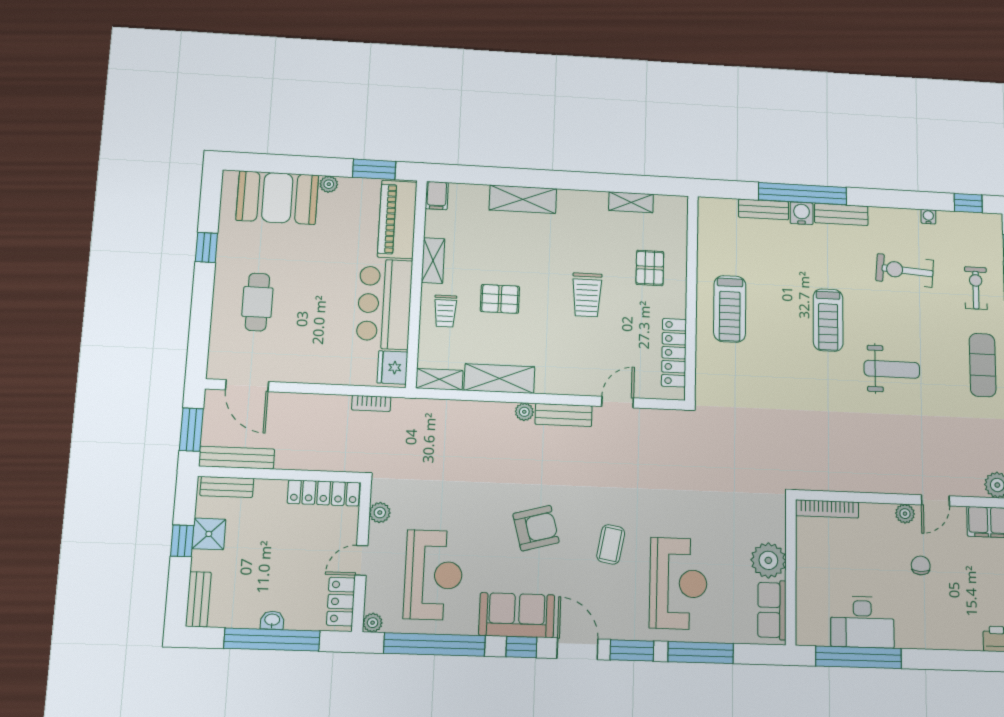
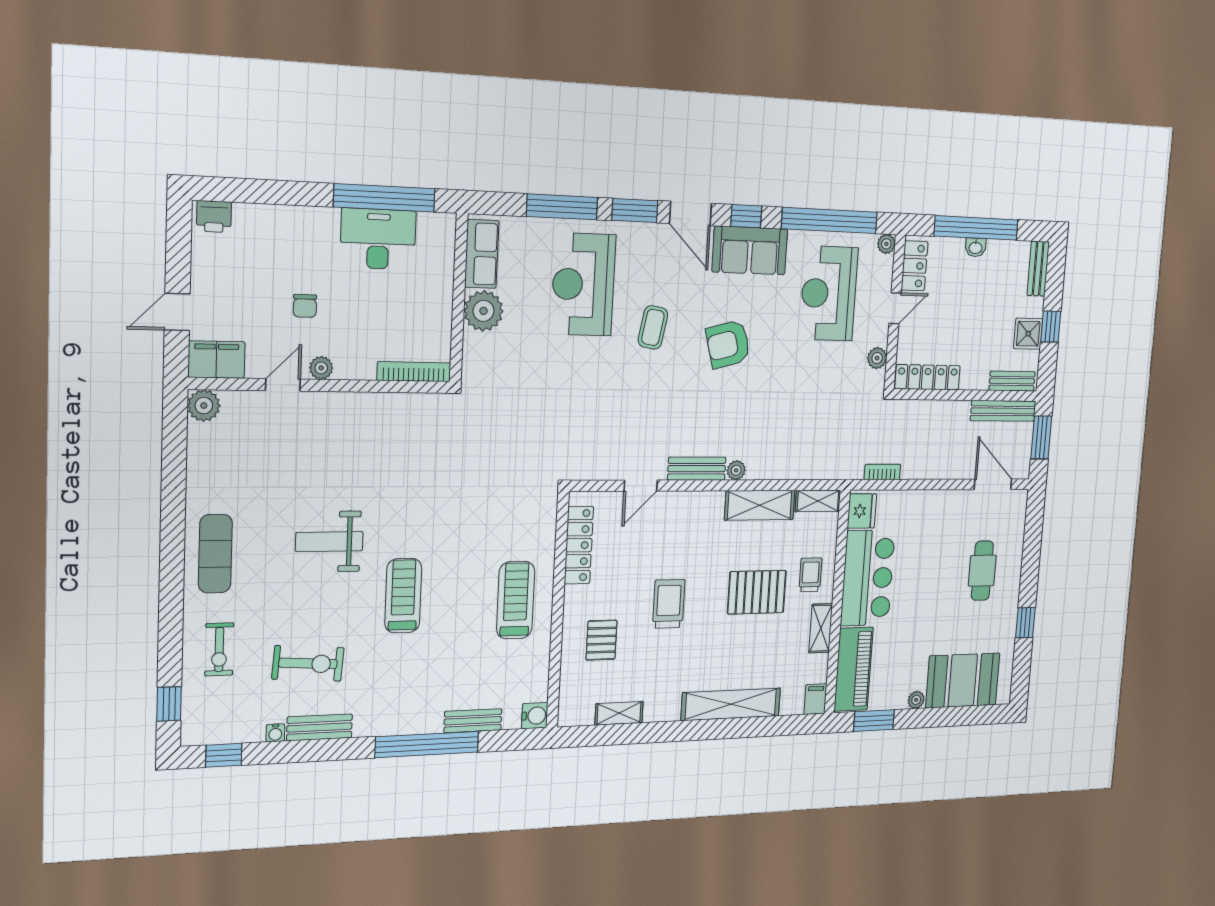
shelving: (523, 199) -> (731, 704), width x1.47
water cooler: (802, 213) -> (535, 716), moved, turned -90
bench: (841, 214) -> (320, 727), moved
pallet: (500, 299) -> (757, 592), width x1.50, depth x1.42

